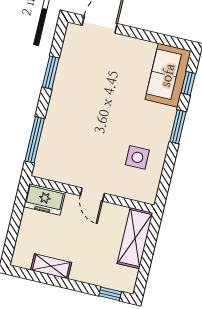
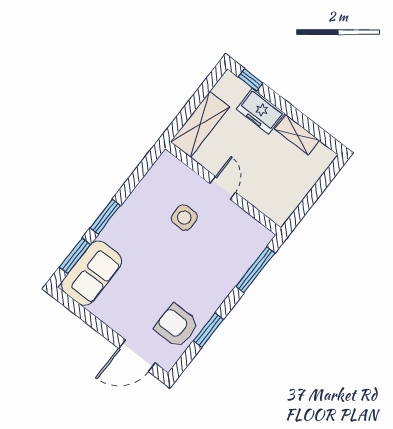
armchair: (78, 64) -> (177, 326), added
window: (188, 83) -> (75, 256), width x1.50
side table: (137, 157) -> (184, 218), moved
freezer: (44, 199) -> (261, 111), moved, turned 180

